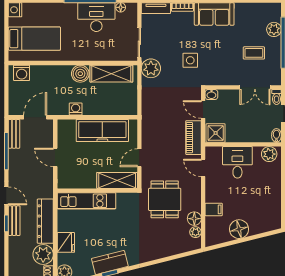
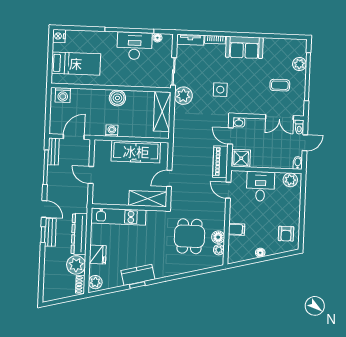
shelving: (111, 74) -> (162, 112), moved, turned 90
dining table: (165, 199) -> (189, 236), moved
armchair: (267, 212) -> (286, 234), added
floor lamp: (239, 229) -> (260, 253), width x0.53, depth x0.53

